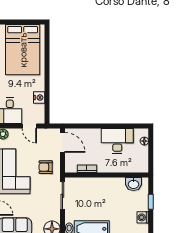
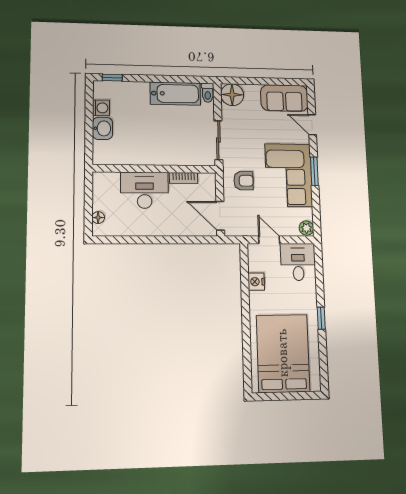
desk: (117, 141) -> (145, 190), moved, turned 180
washbasin: (134, 184) -> (103, 128), moved, turned 90
window: (151, 202) -> (89, 130), removed

